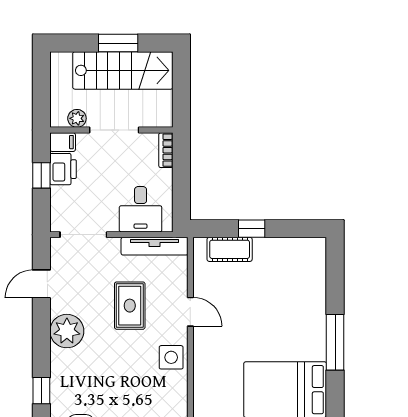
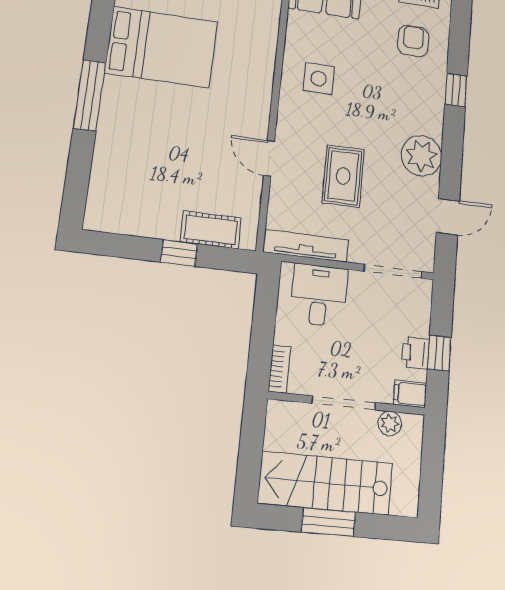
printer: (63, 169) -> (415, 353), width x0.73, depth x0.81
side table: (171, 357) -> (319, 79), moved

